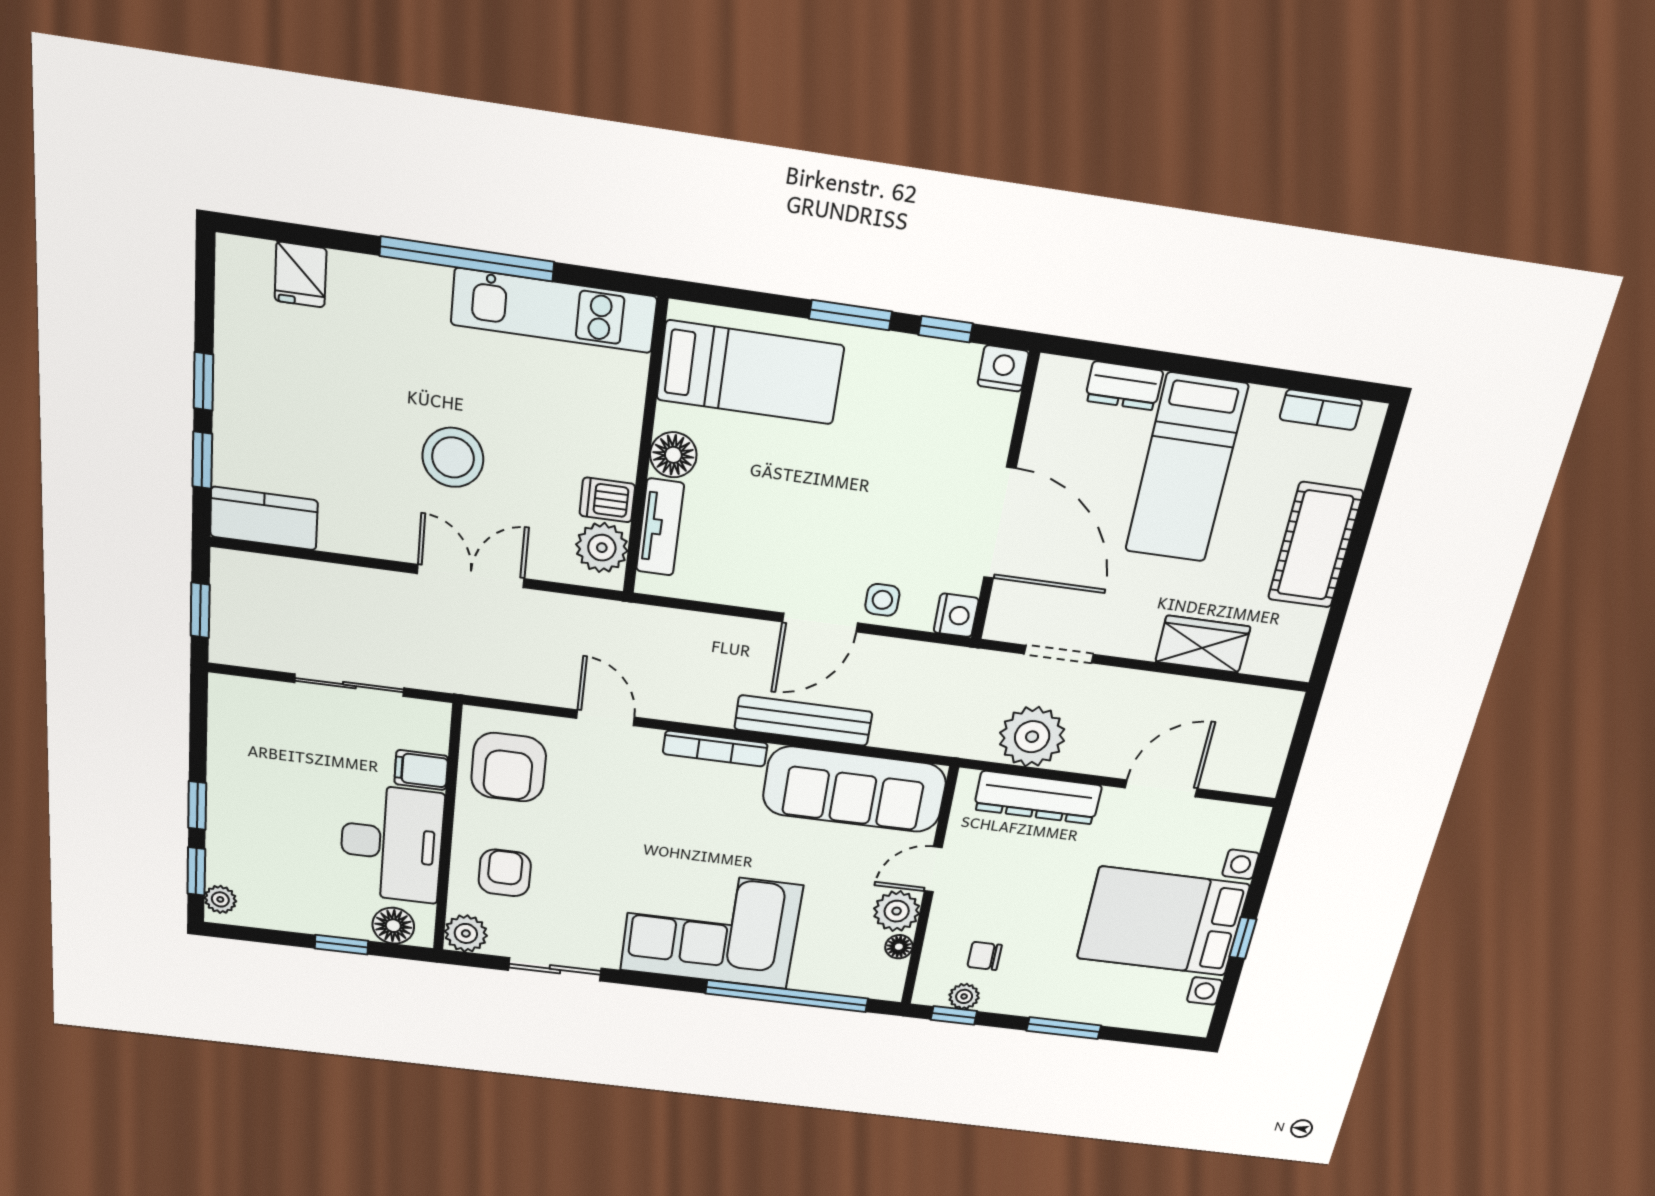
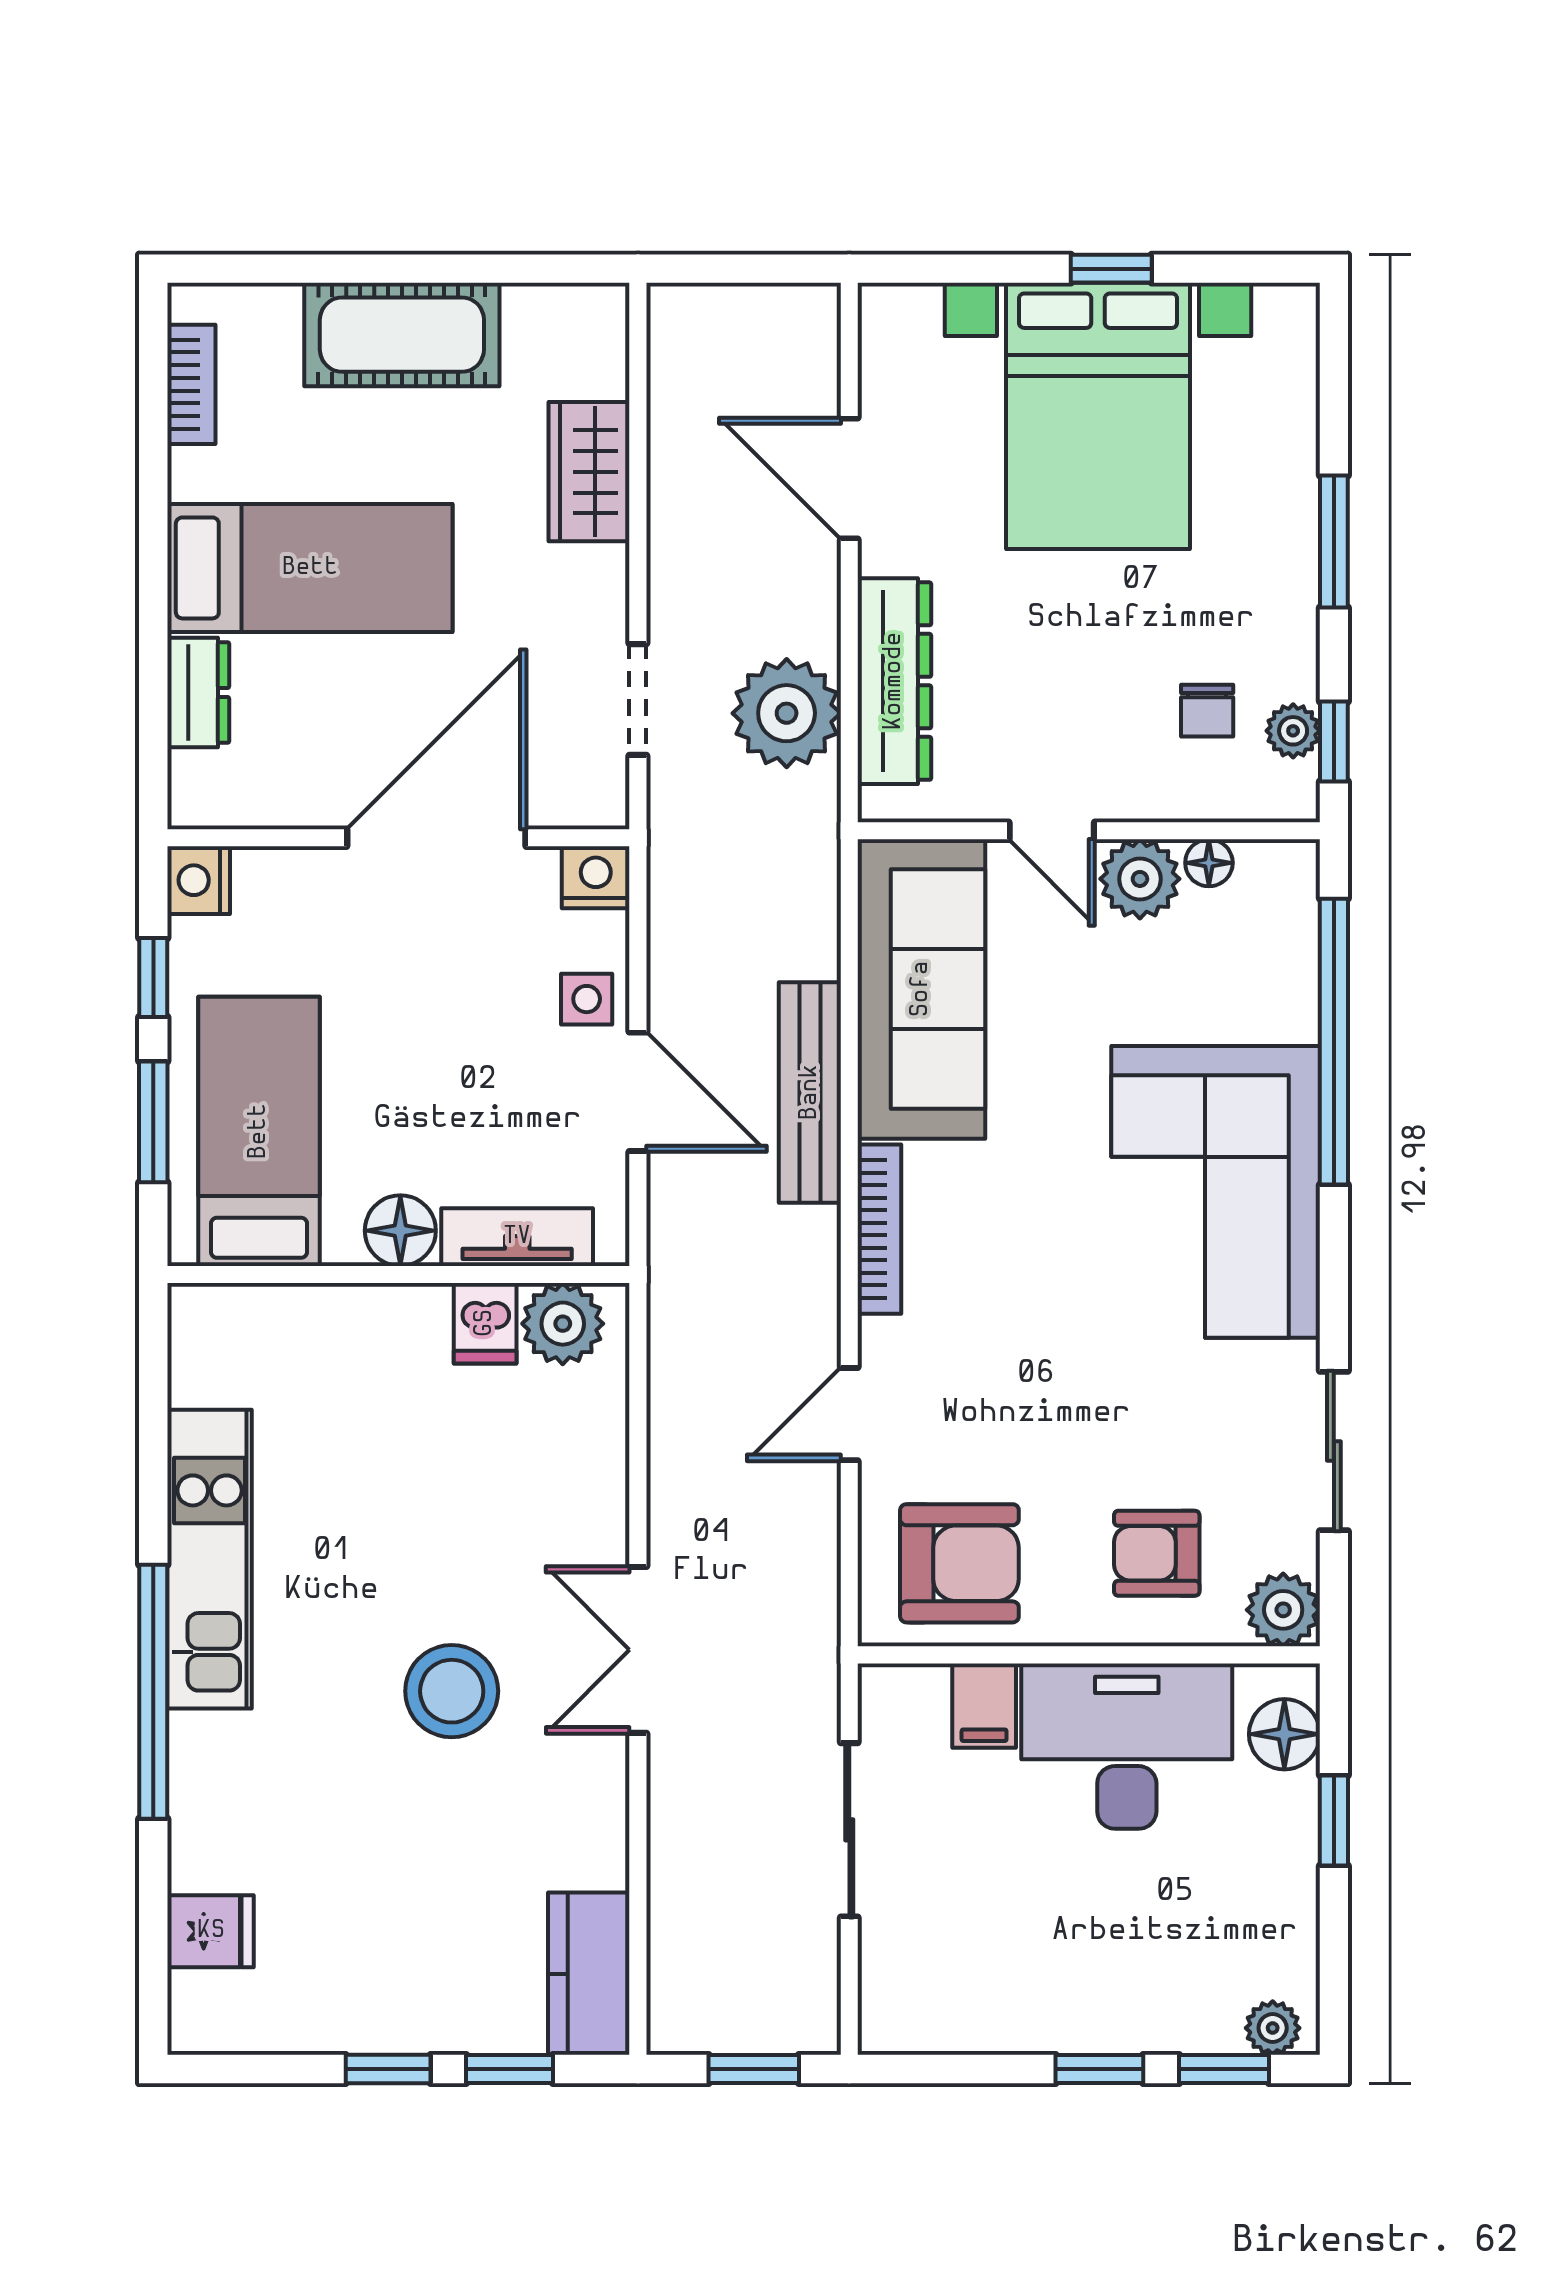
bed: (750, 373) -> (259, 1131), moved
wall: (645, 450) -> (398, 1274), moved
floor lamp: (673, 455) -> (400, 1231), moved
dishwasher: (607, 500) -> (485, 1323), moved
tv unit: (660, 527) -> (517, 1237), moved
plant: (602, 548) -> (563, 1324), moved

